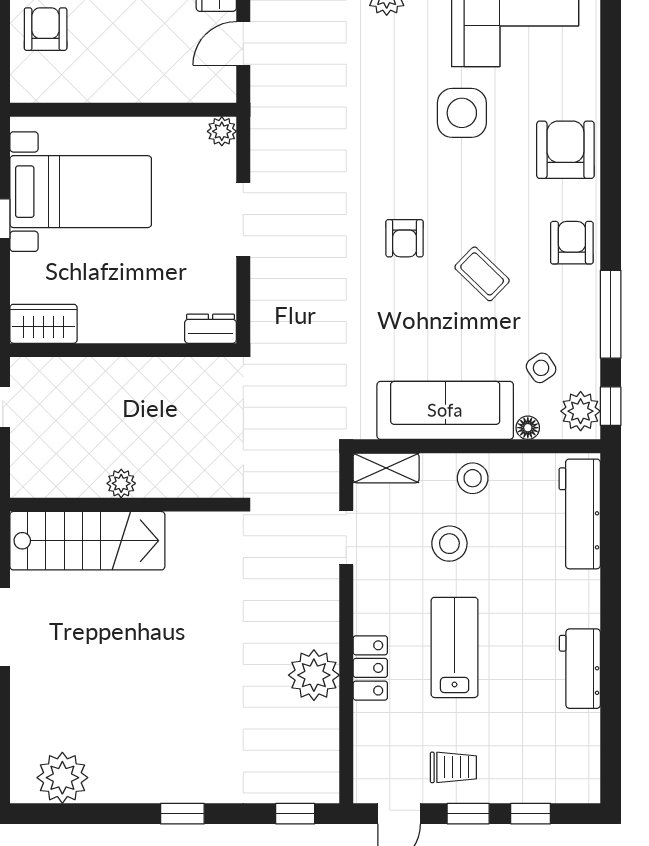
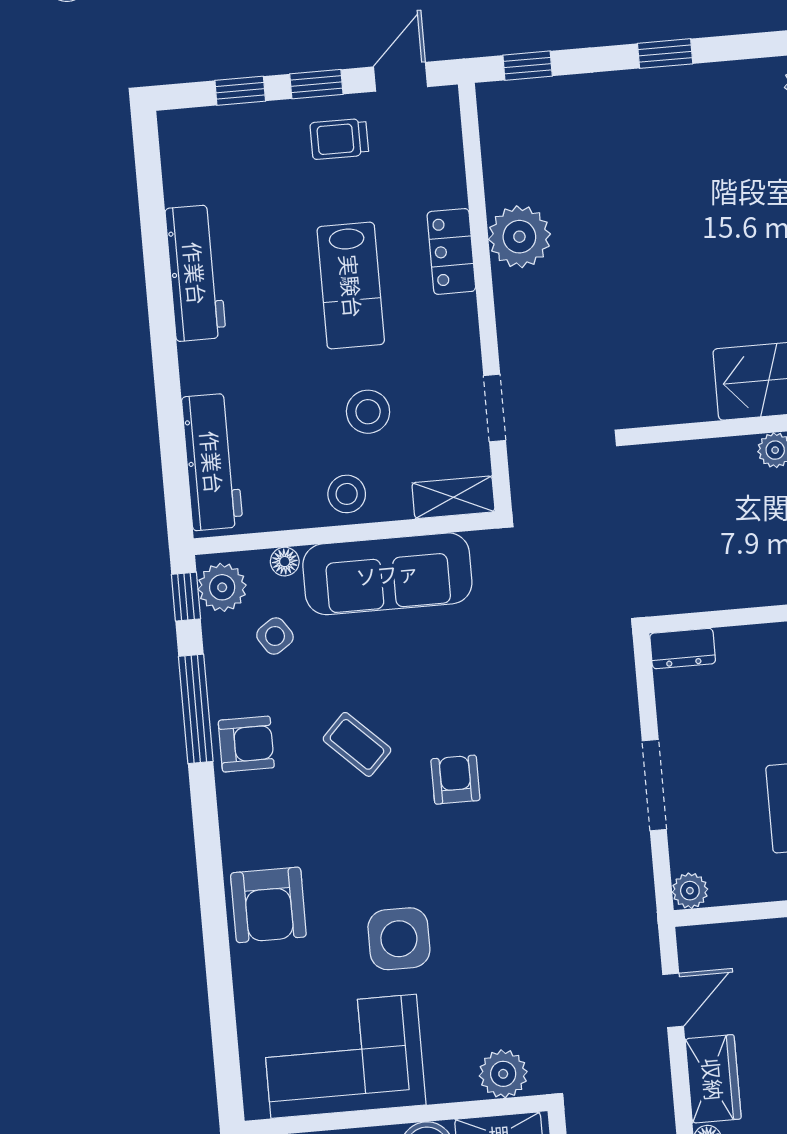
armchair: (572, 243) -> (246, 744), moved, turned -90
workbench: (580, 669) -> (195, 273), width x1.38

